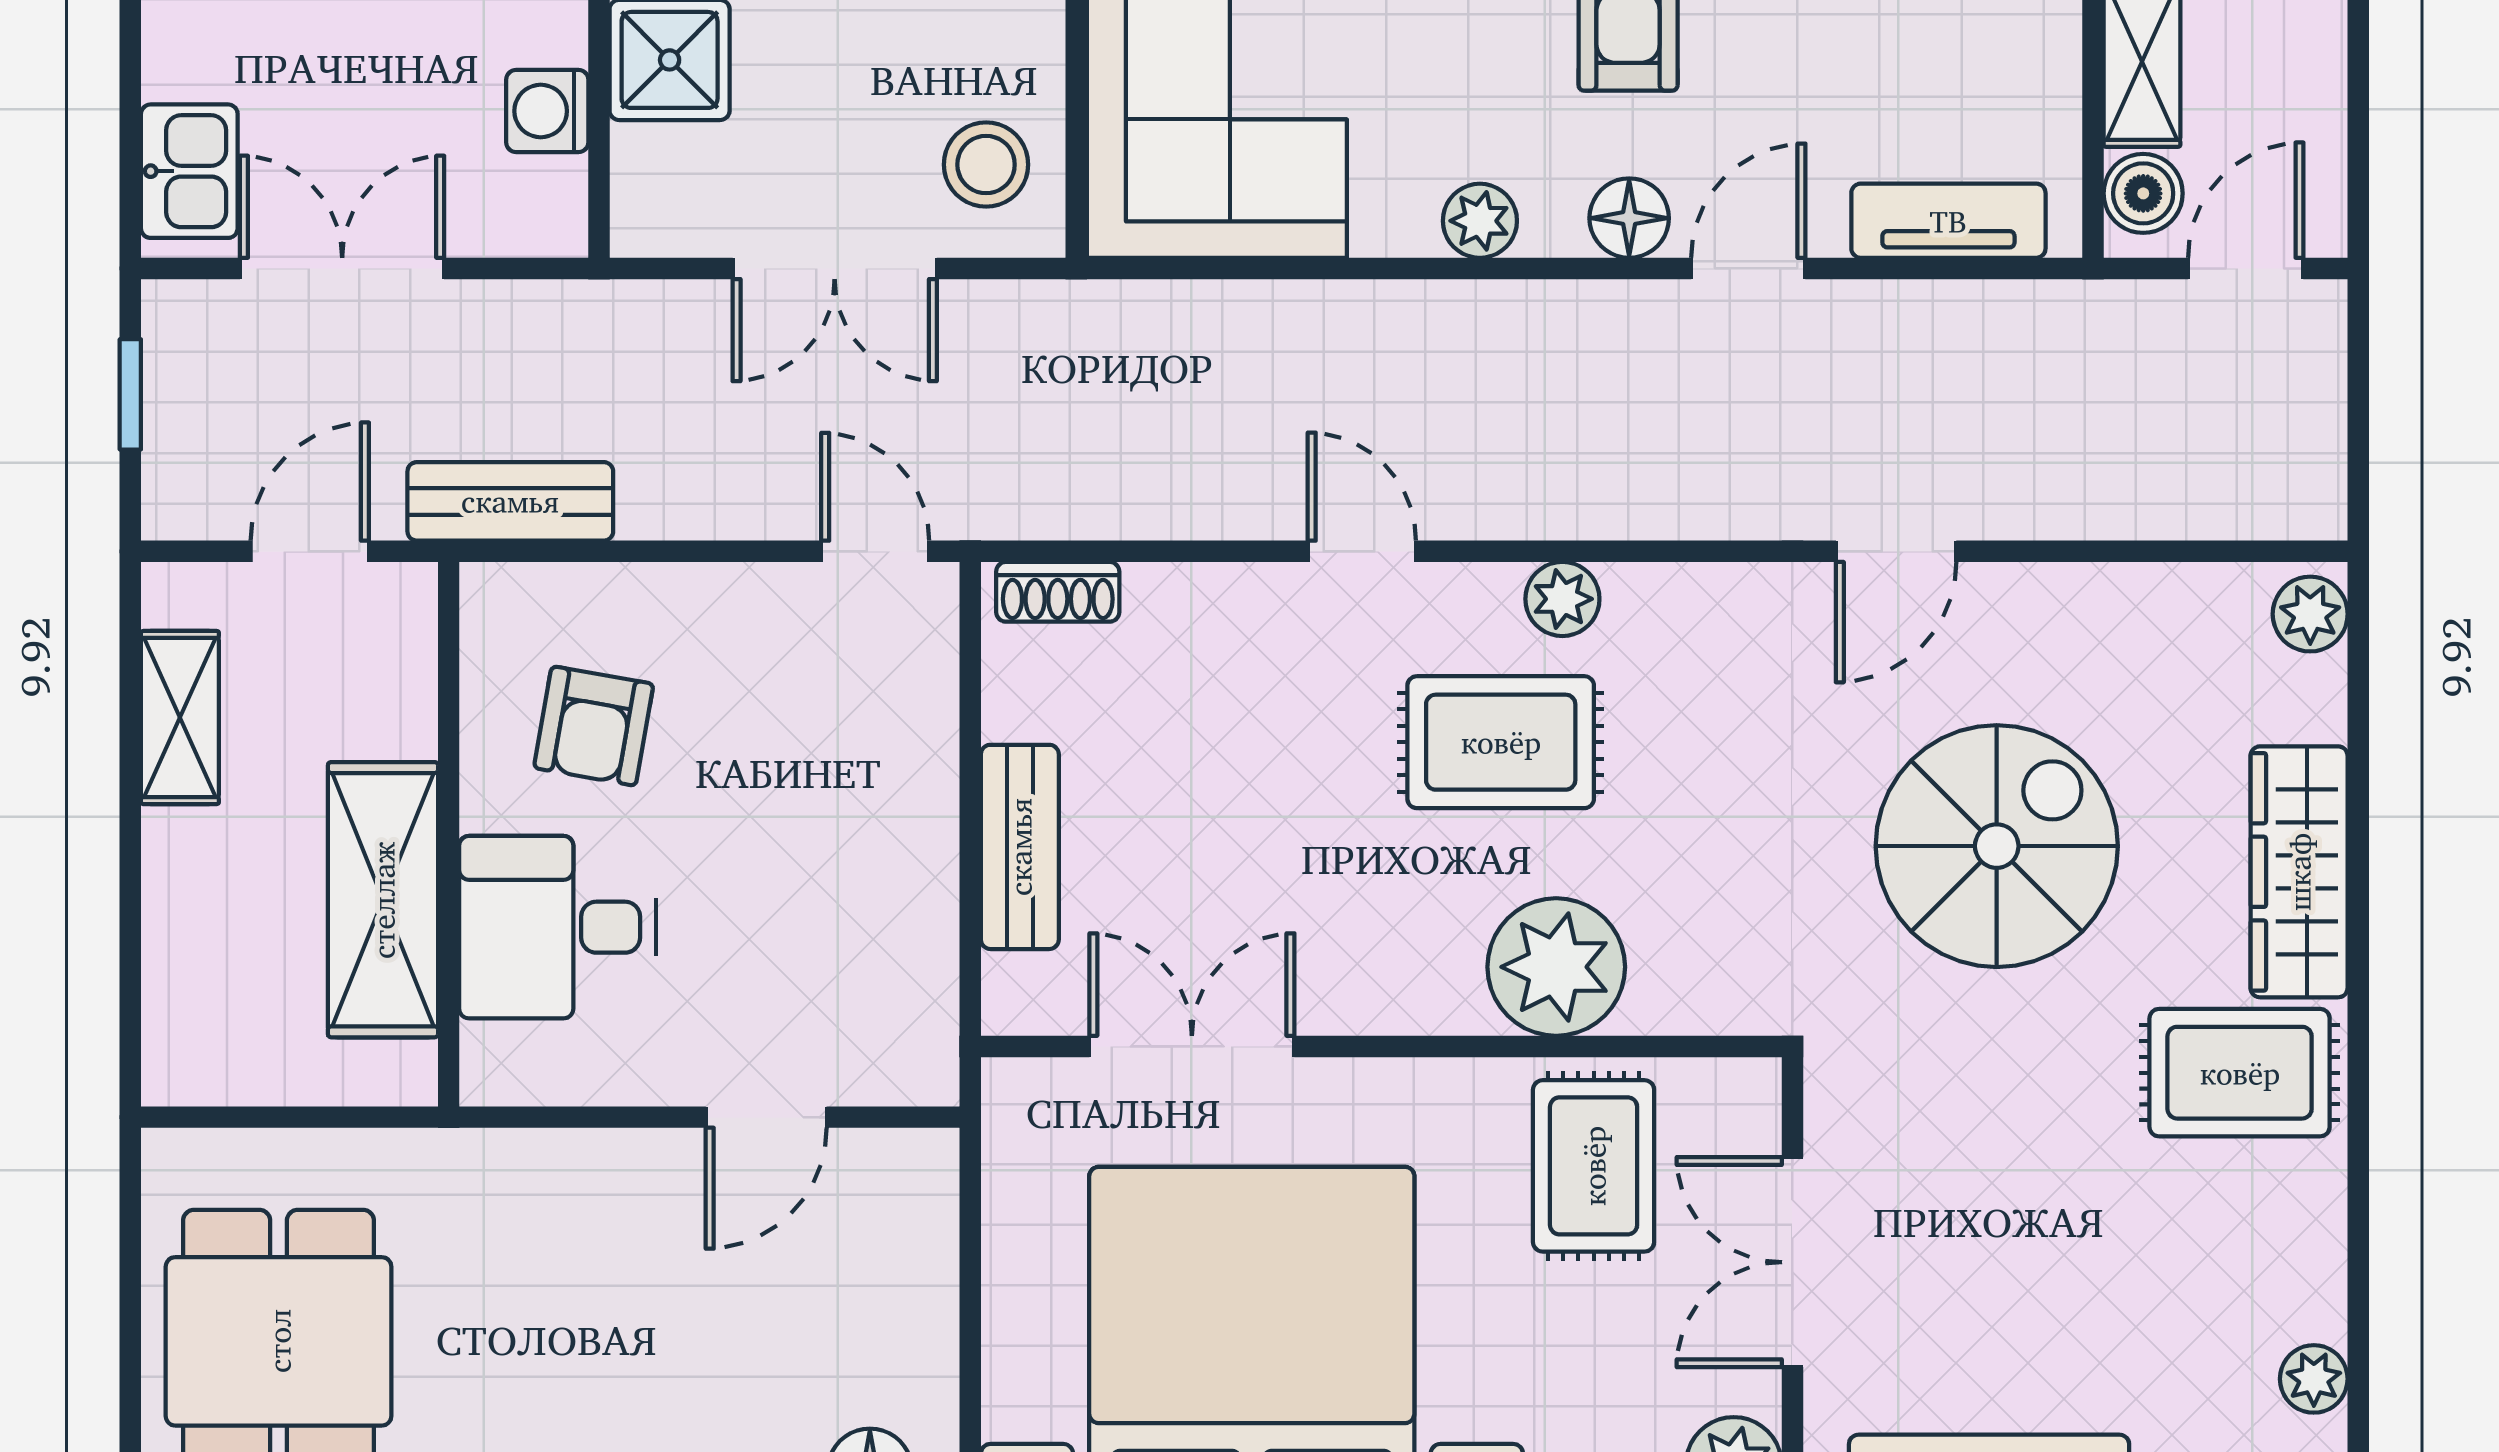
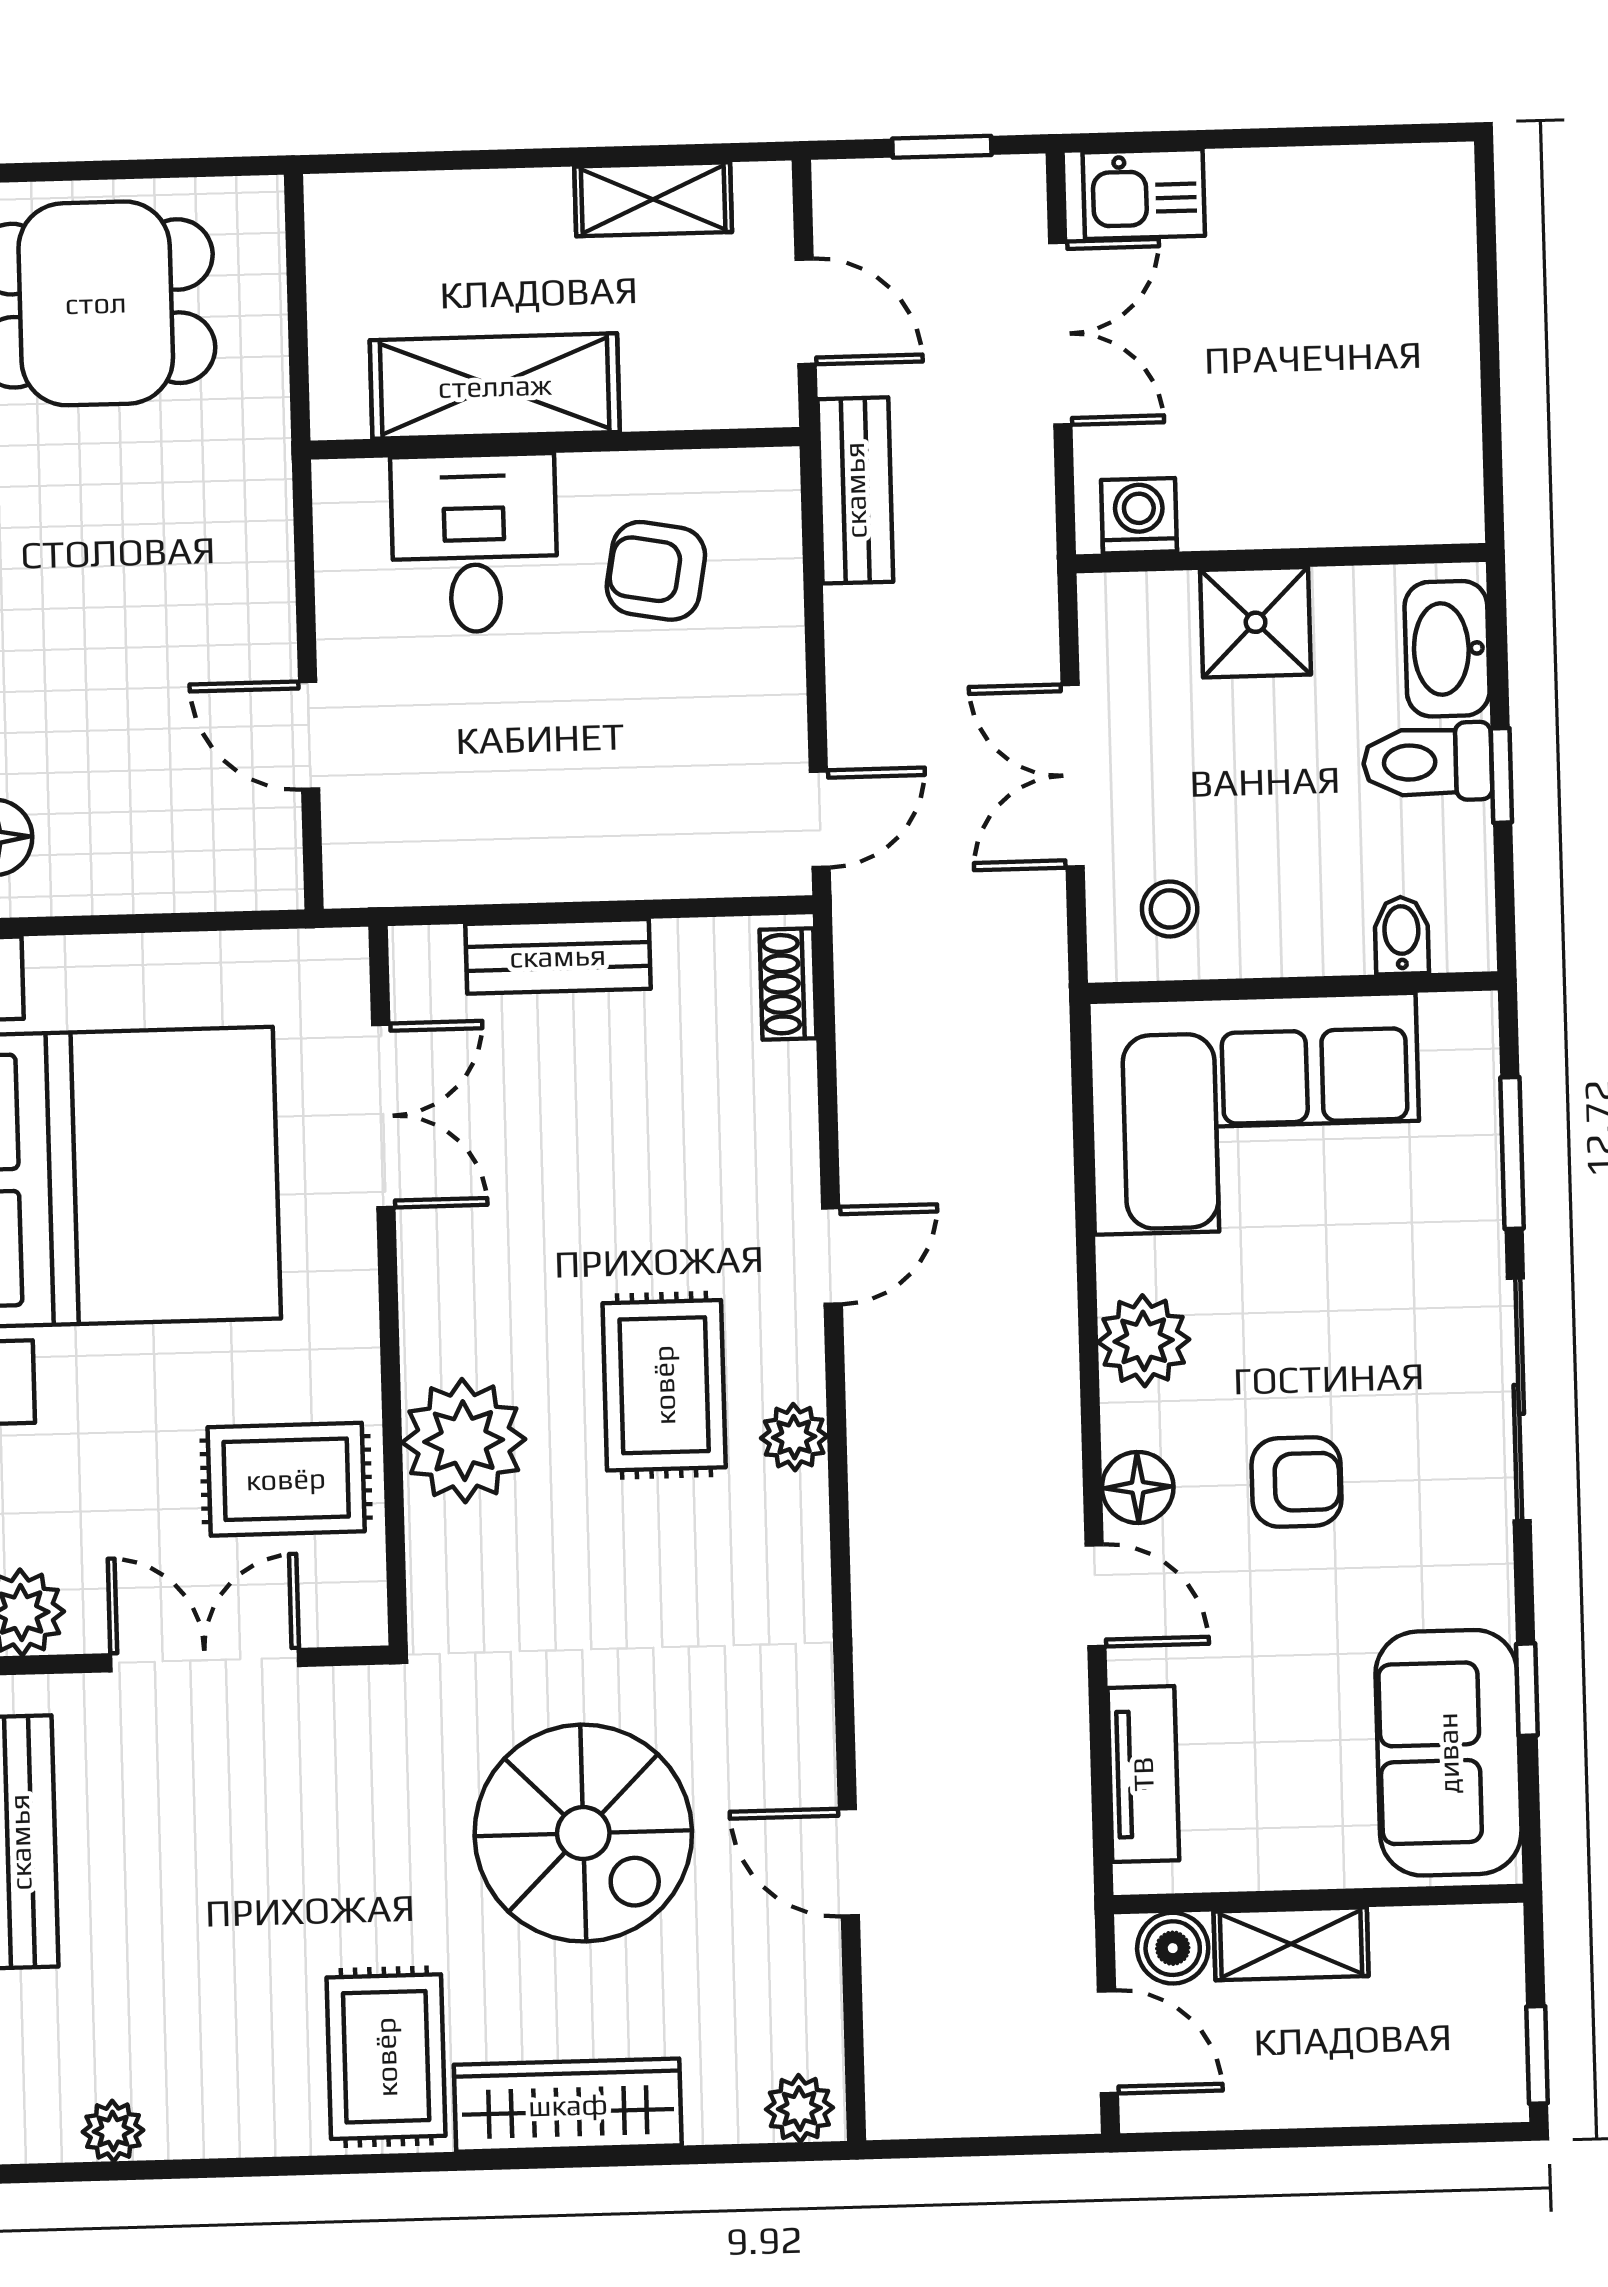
washing machine: (547, 111) -> (1139, 516), moved
stool: (986, 165) -> (1170, 909), width x0.73, depth x0.73
plant: (1480, 221) -> (1144, 1341), width x1.38, depth x1.38
door: (1896, 551) -> (849, 1862), moved

